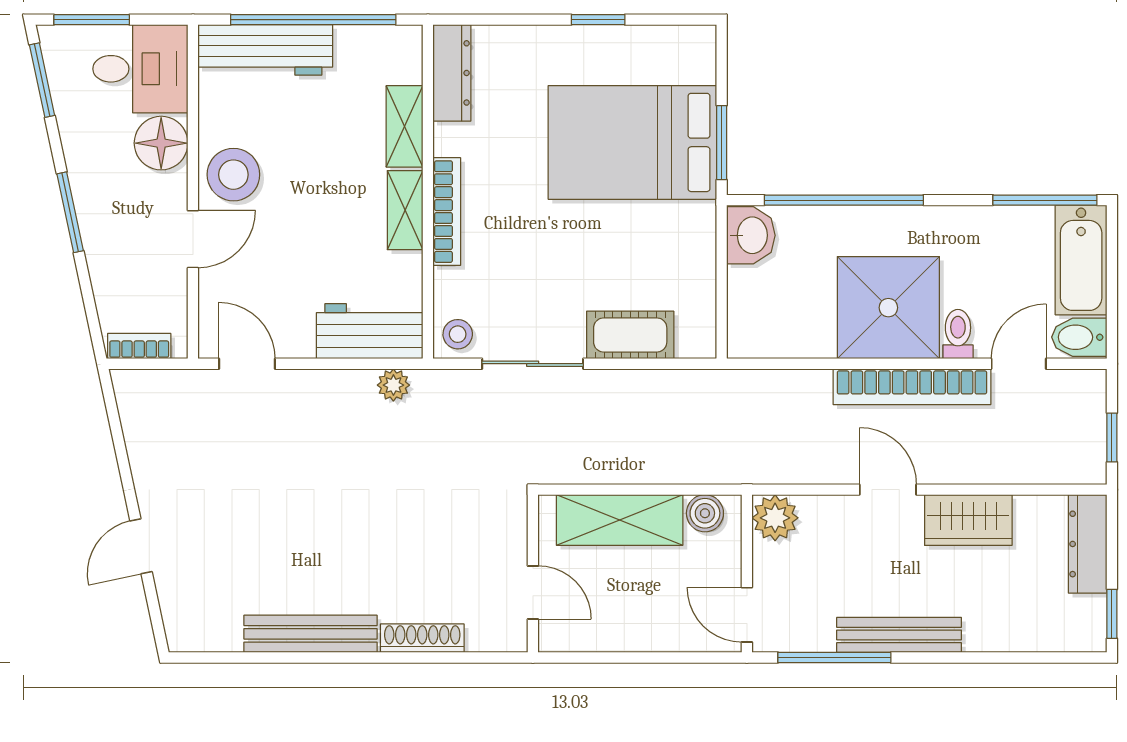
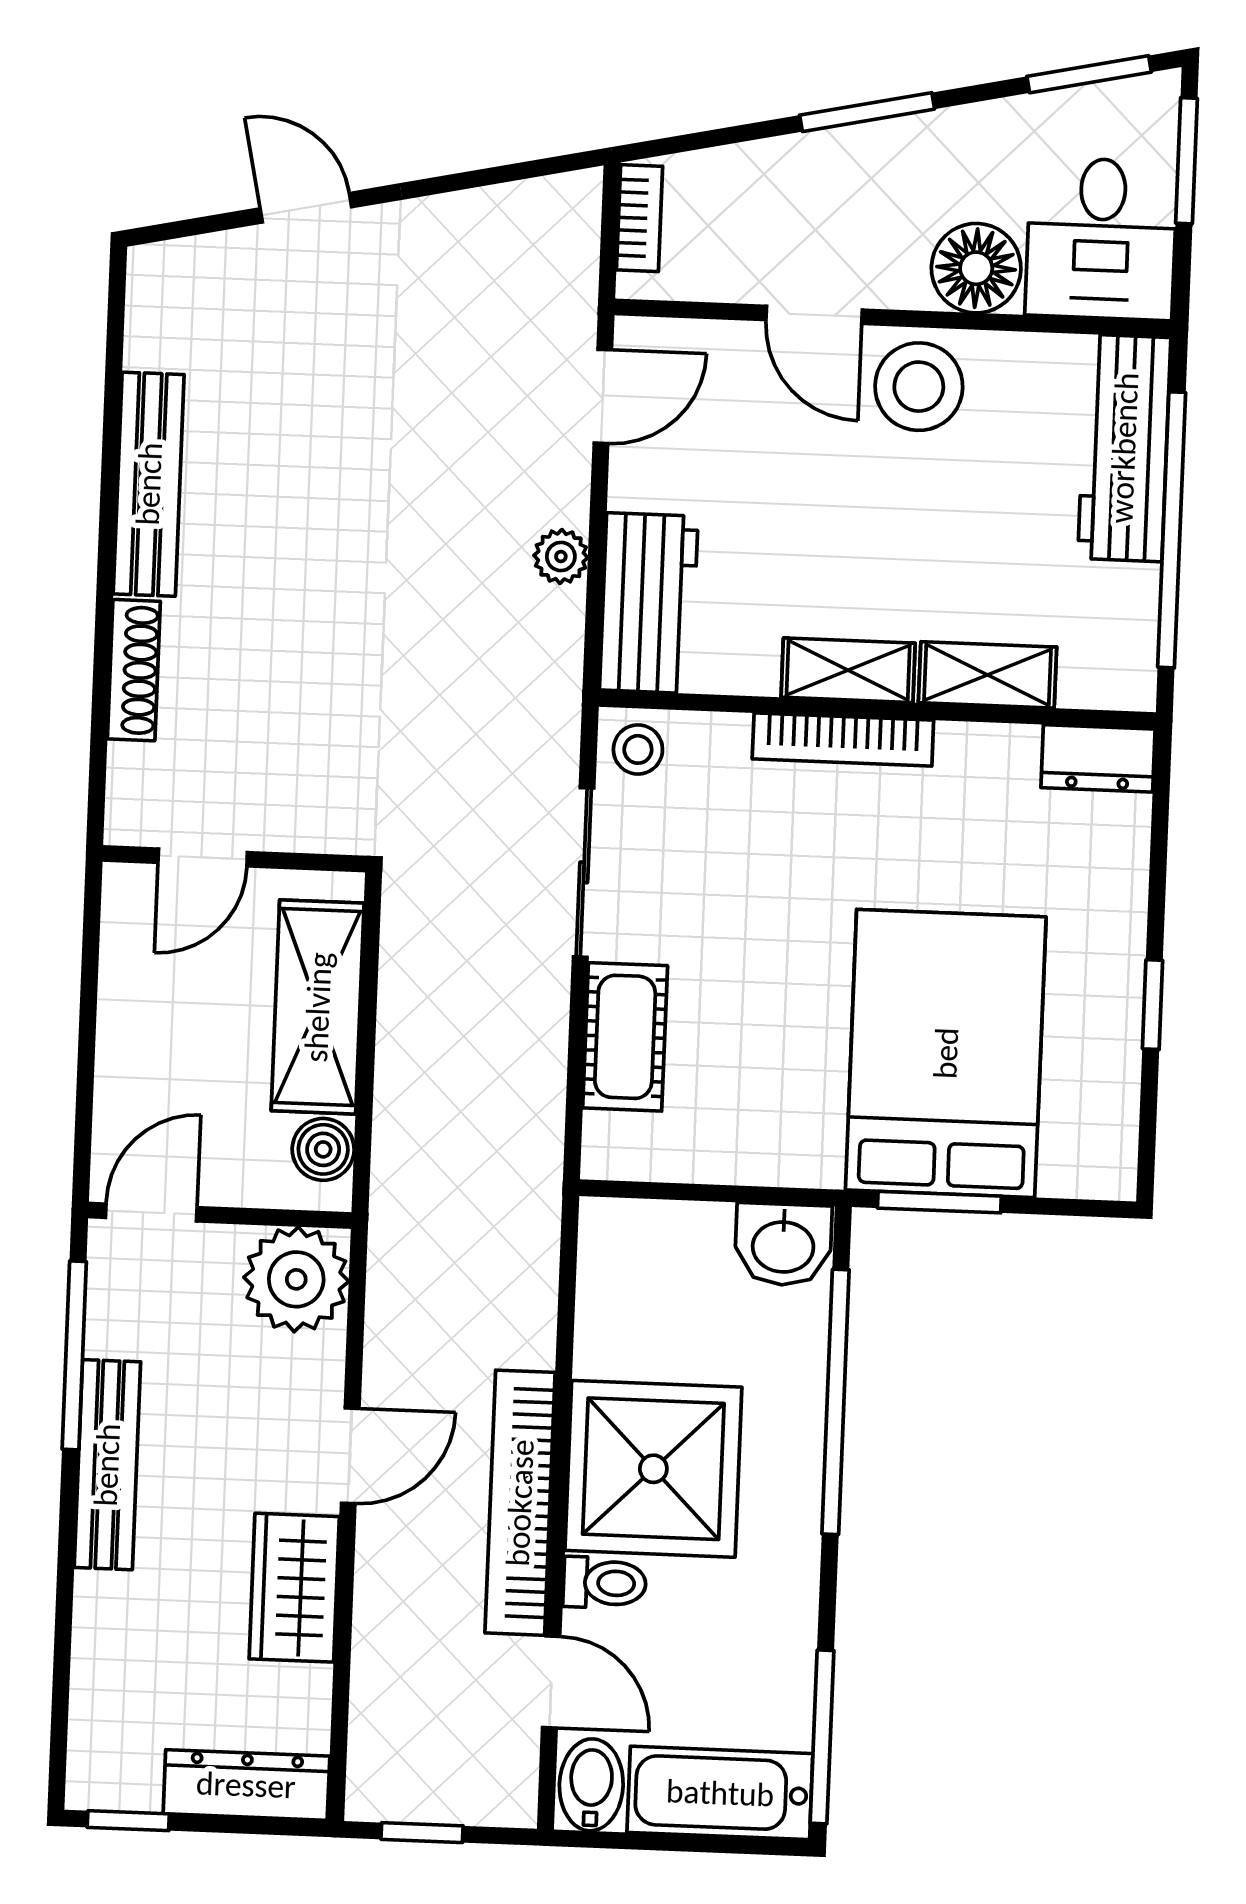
dresser: (452, 73) -> (1098, 758), width x0.70
plant: (393, 385) -> (561, 557), moved
plant: (775, 518) -> (296, 1279), width x1.36, depth x1.36

